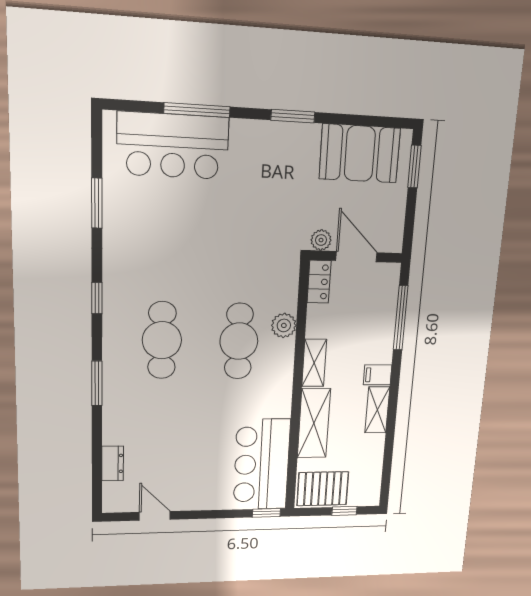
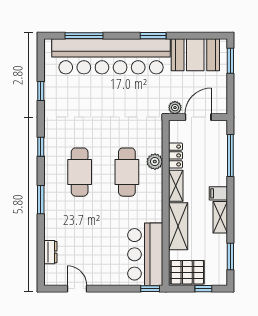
window: (197, 110) -> (84, 36), moved
bar counter: (173, 146) -> (111, 56), width x1.86
window: (97, 203) -> (41, 91), width x0.67
door: (356, 257) -> (198, 117), hinge flipped
locker: (319, 282) -> (175, 155), moved
window: (387, 466) -> (230, 256), added

